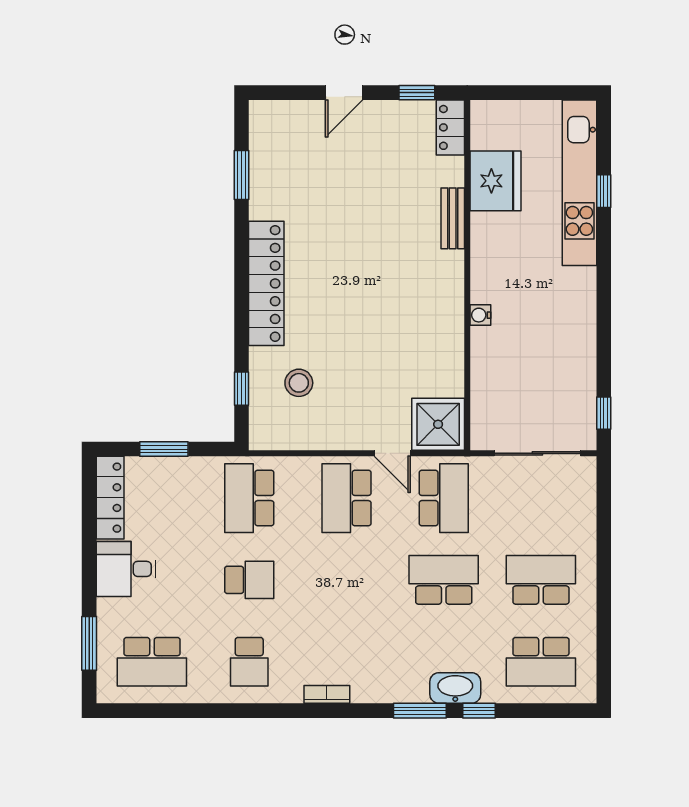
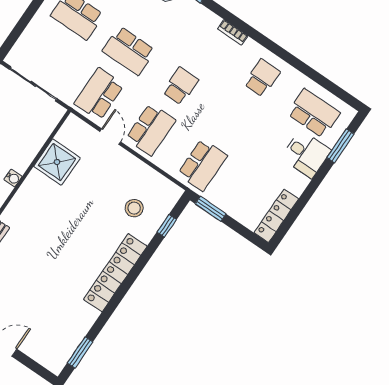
window: (242, 175) -> (80, 352), moved
shower: (438, 424) -> (57, 162), moved
window: (164, 449) -> (211, 209), moved
desk: (126, 569) -> (306, 154), moved
school desk: (249, 580) -> (181, 86), moved, turned 90

